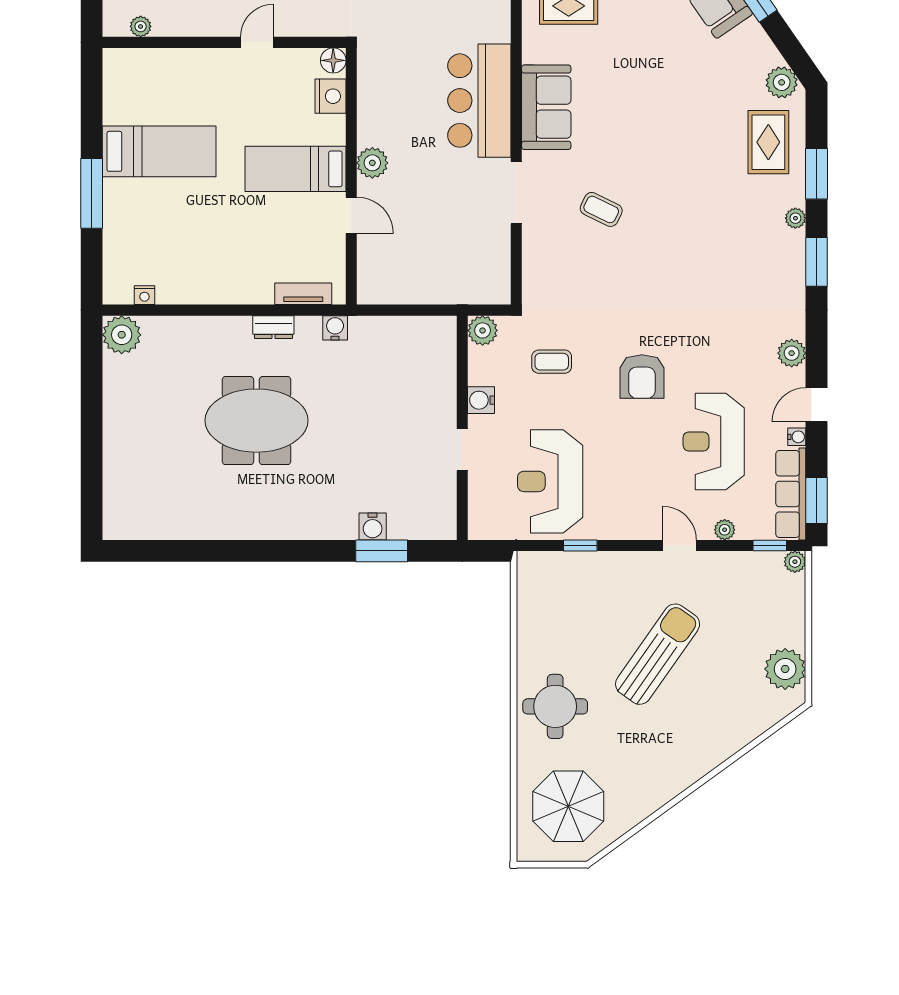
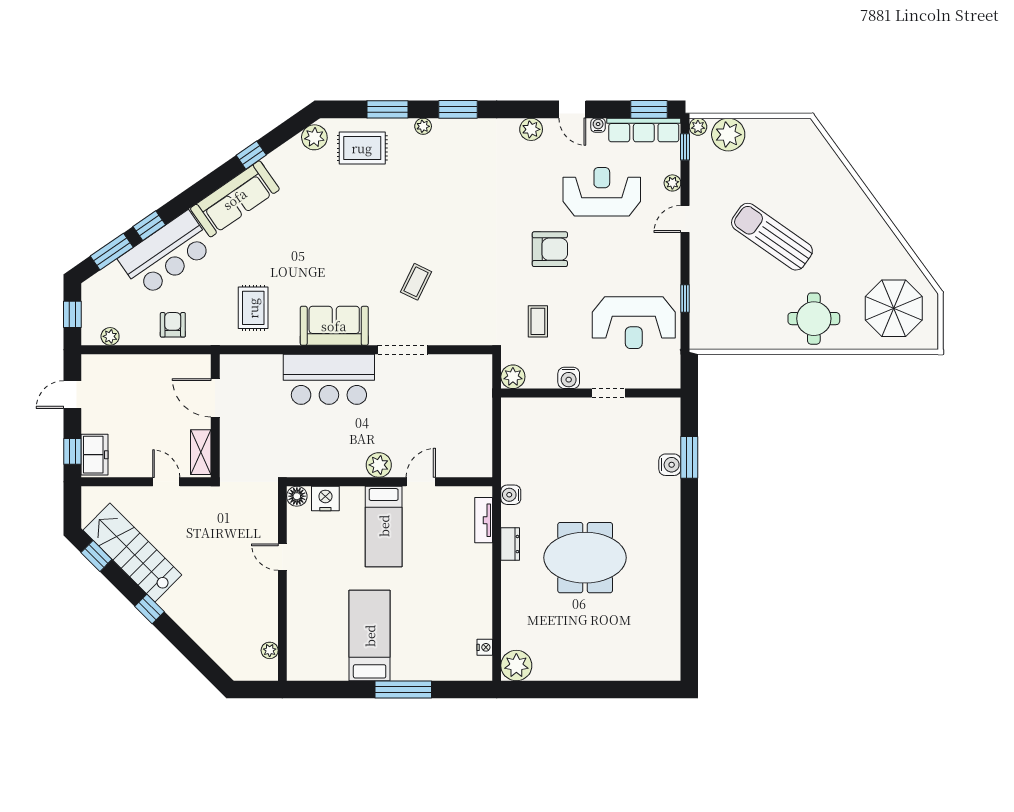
meeting table: (256, 421) -> (585, 558), turned 90
reception desk: (714, 441) -> (602, 192), turned 180
plant: (785, 669) -> (728, 135), moved

